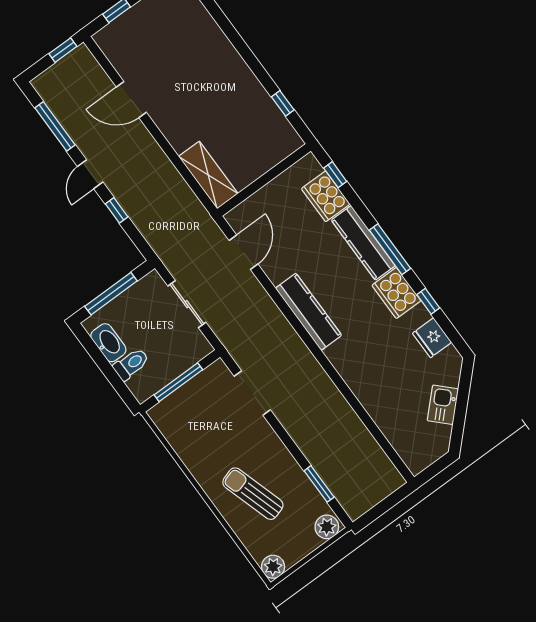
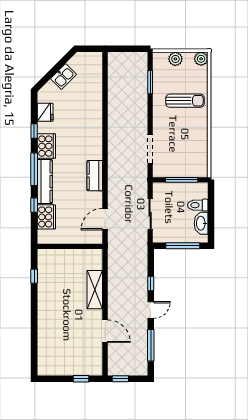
shelving: (208, 175) -> (95, 290), moved
window: (335, 175) -> (34, 205), moved
kitchen counter: (308, 312) -> (95, 176), width x0.67
sun lounger: (253, 494) -> (185, 101), turned -73
plant: (327, 527) -> (175, 59), moved

